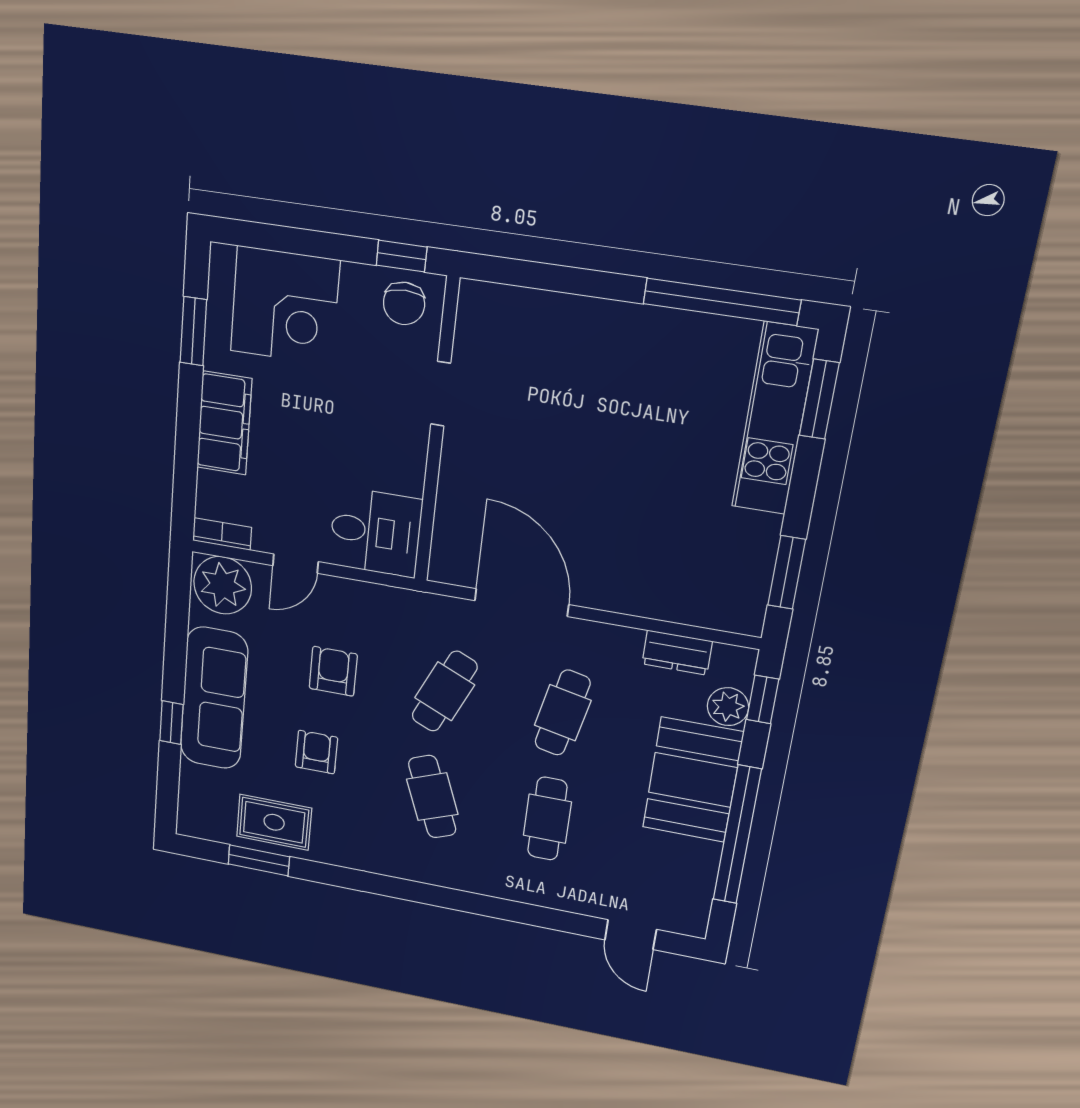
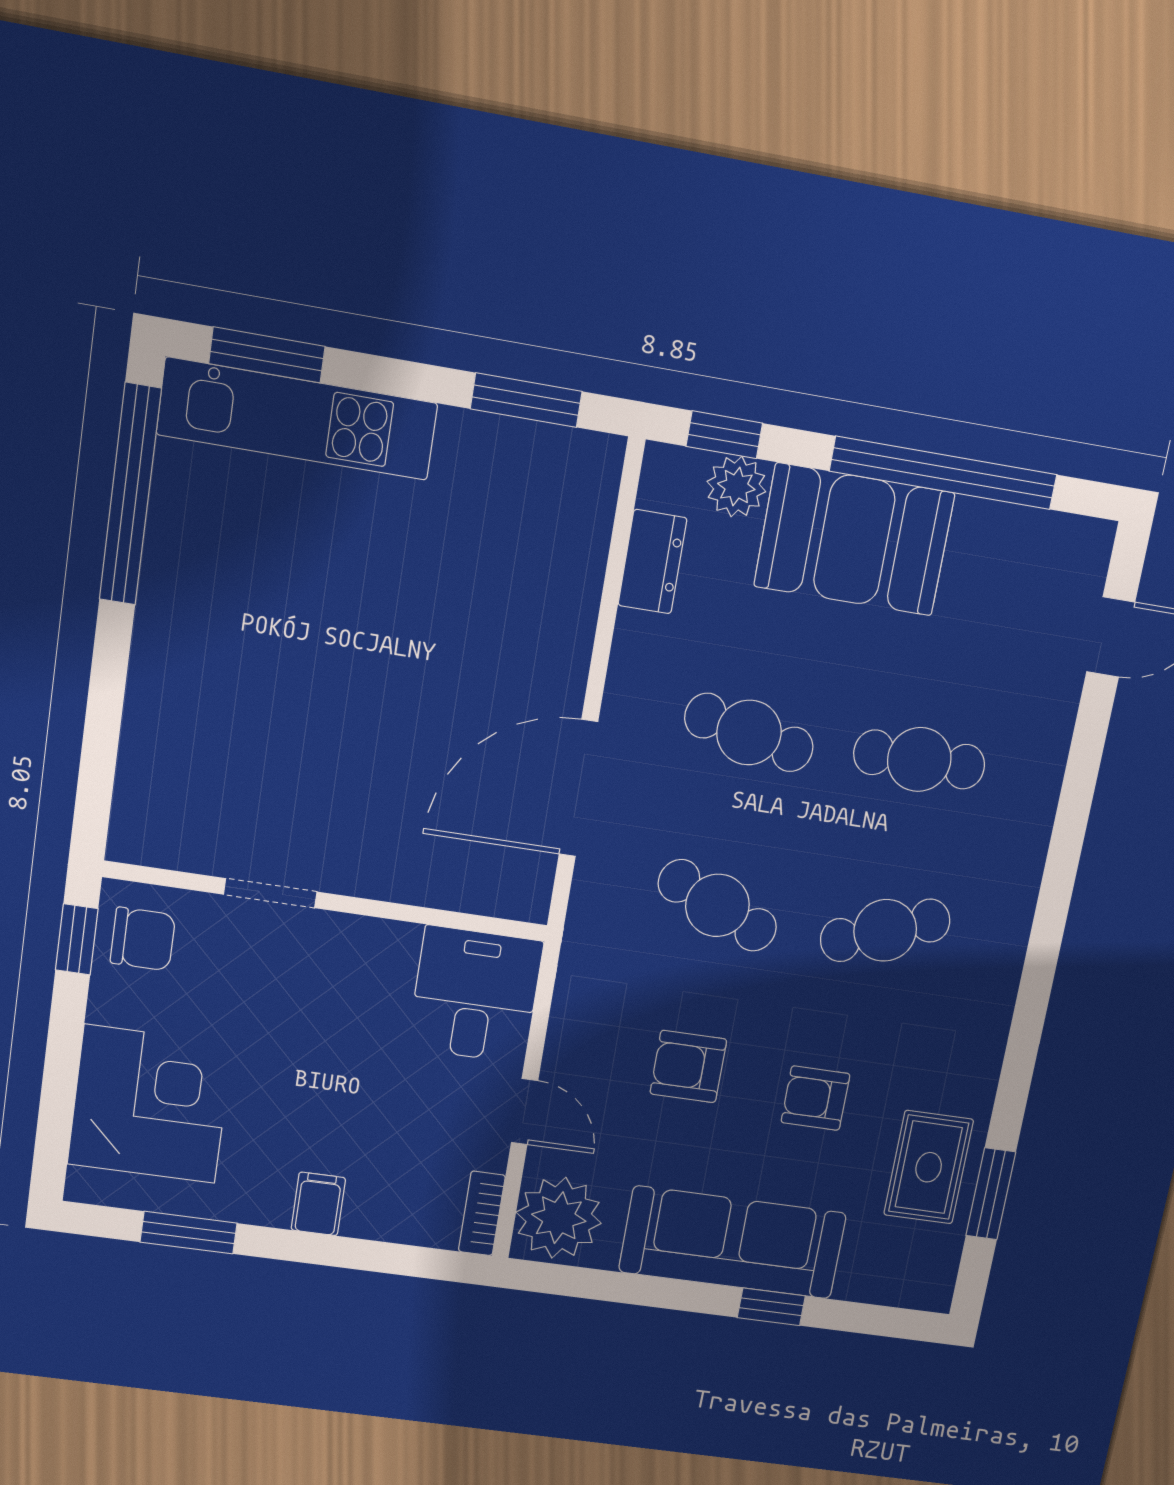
filing cabinet: (224, 423) -> (318, 1204), width x0.33, depth x0.86

